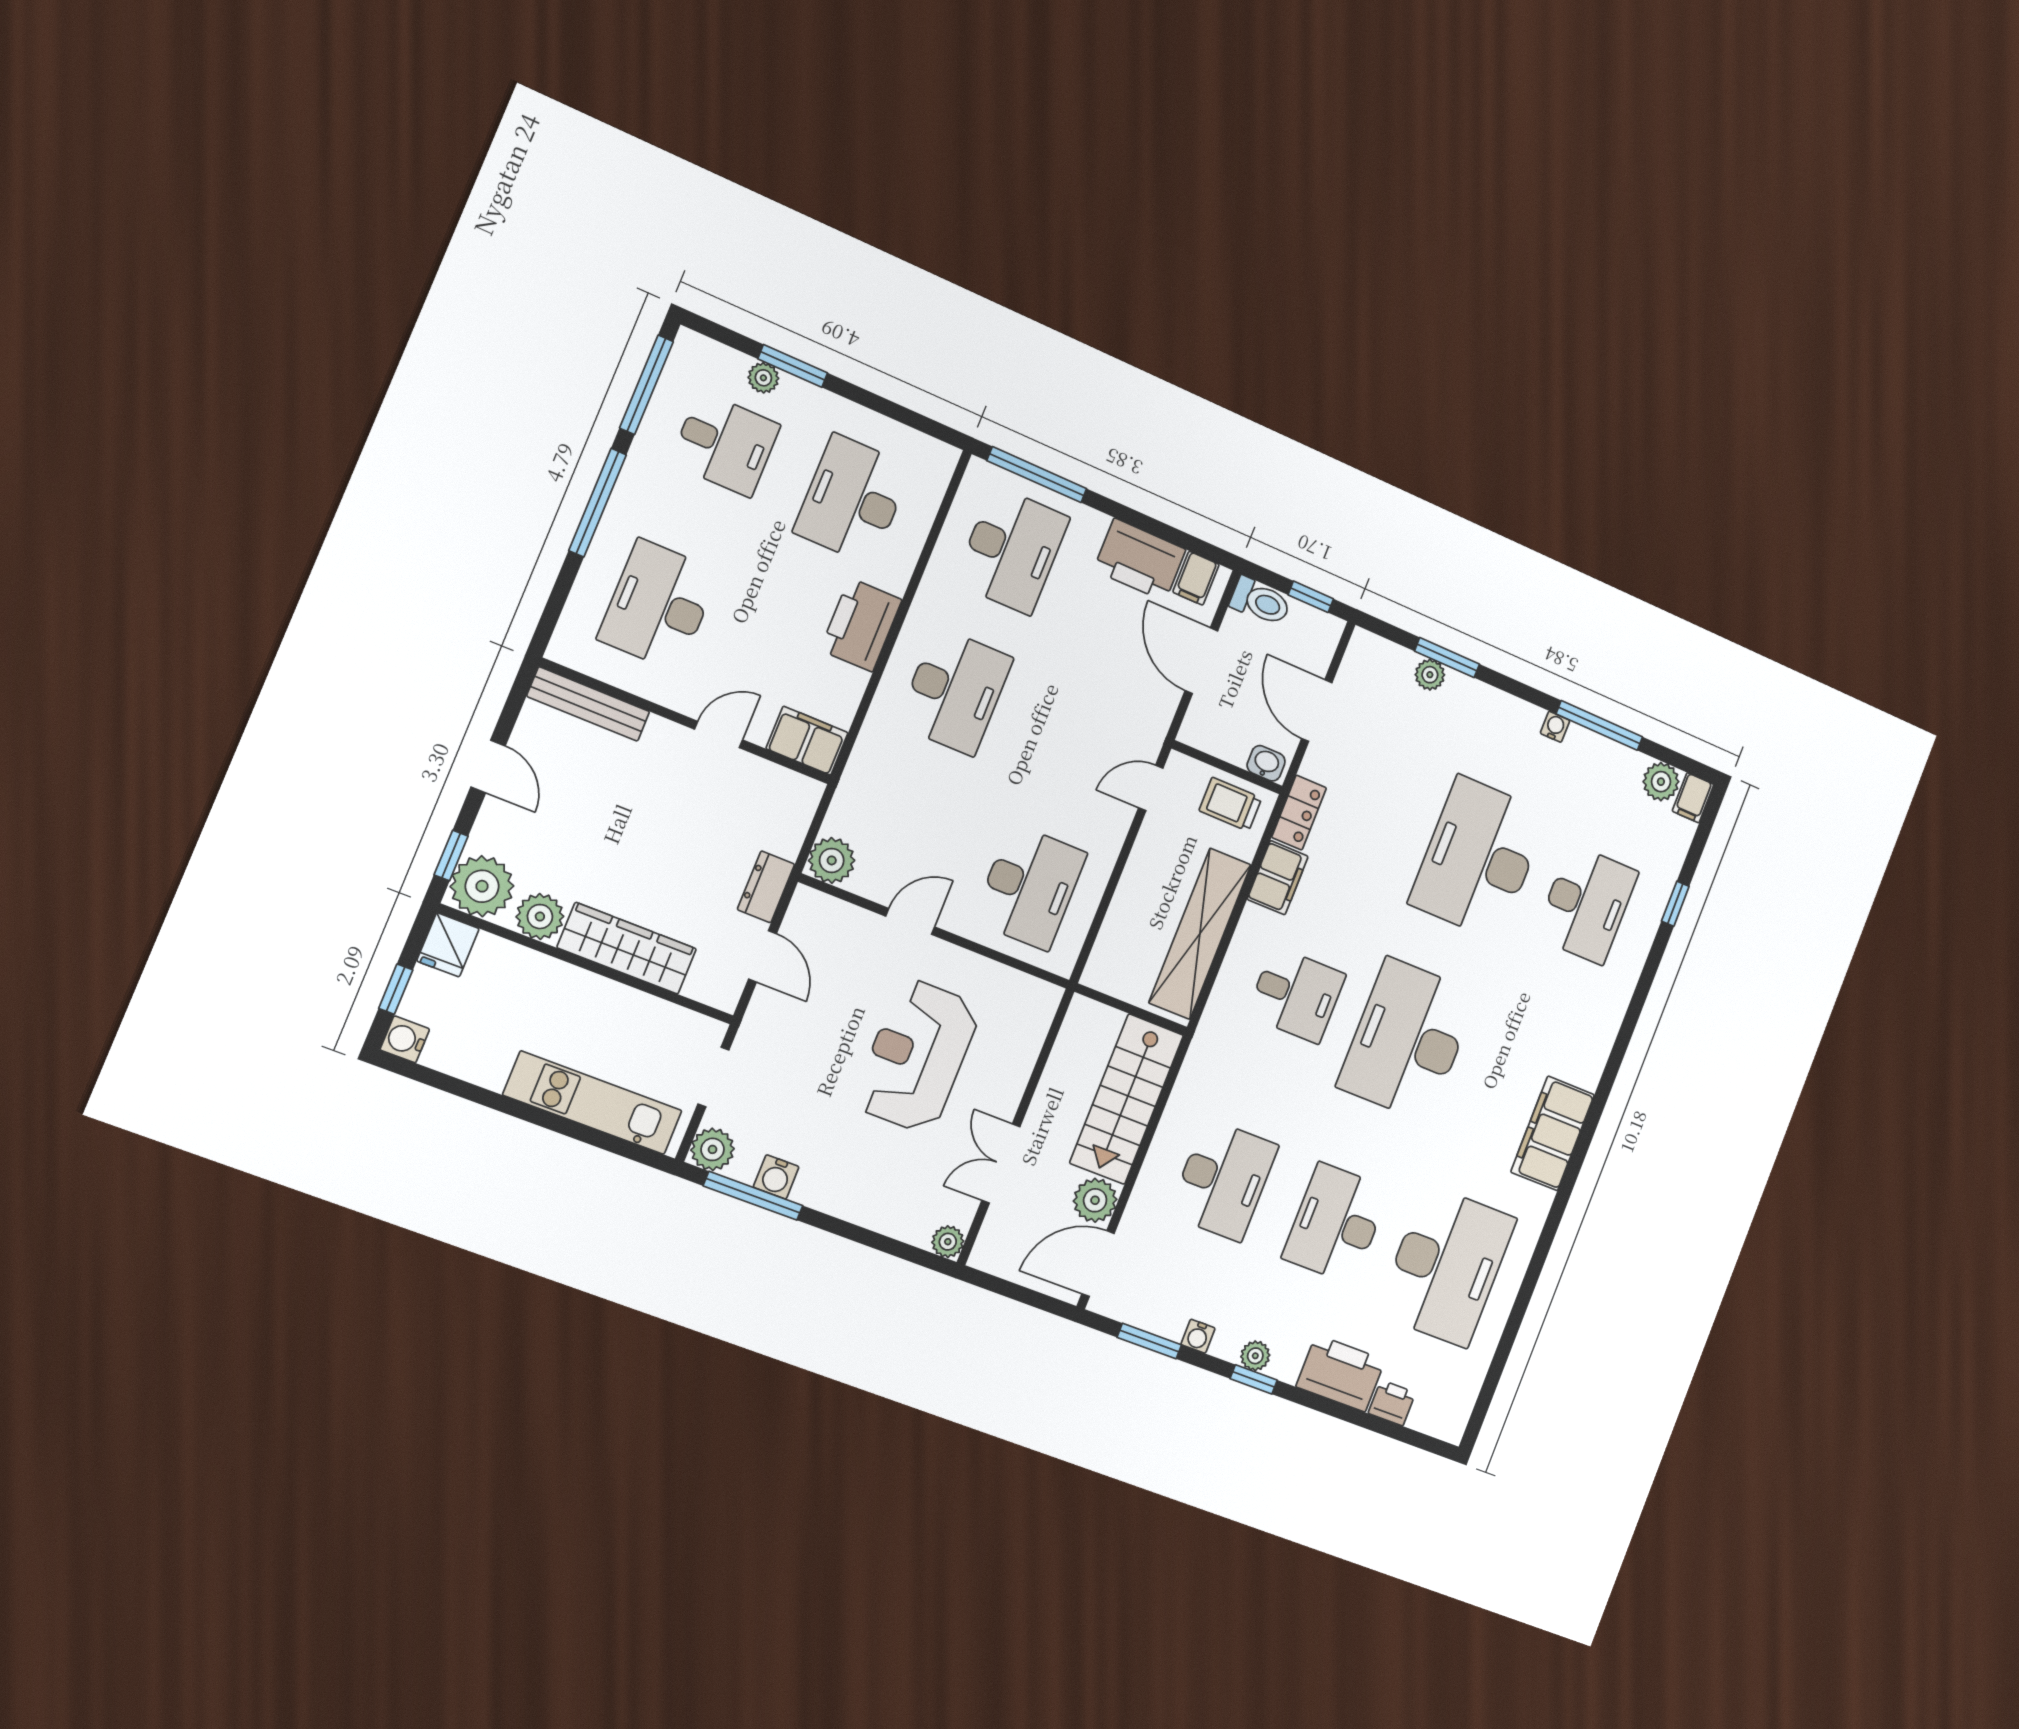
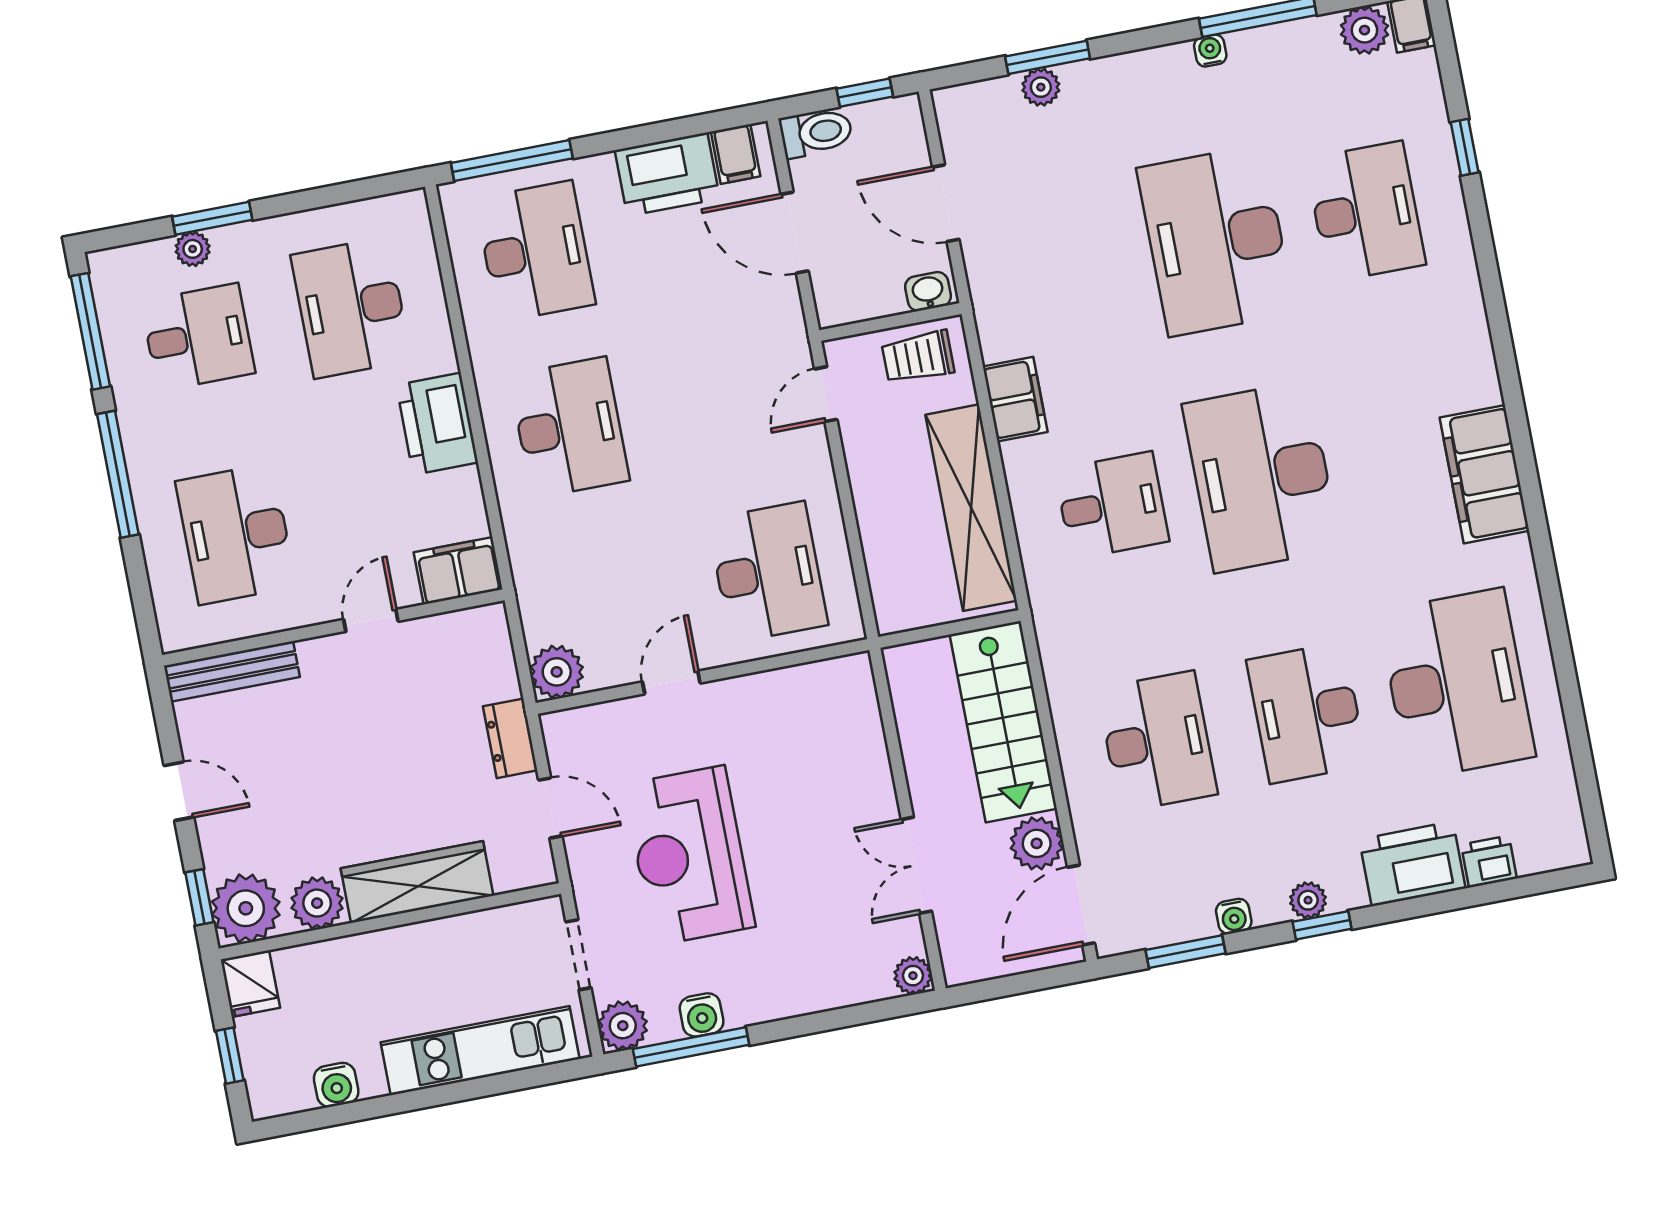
locker: (1299, 813) -> (995, 319), removed
water cooler: (405, 1039) -> (336, 1085), moved, turned -90
reception desk: (917, 1056) -> (689, 856), moved

